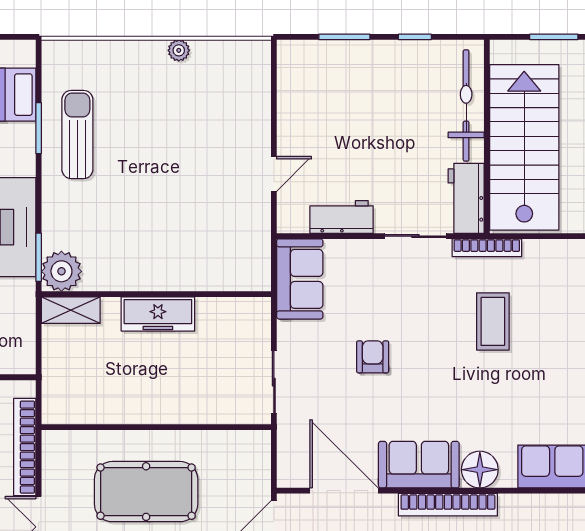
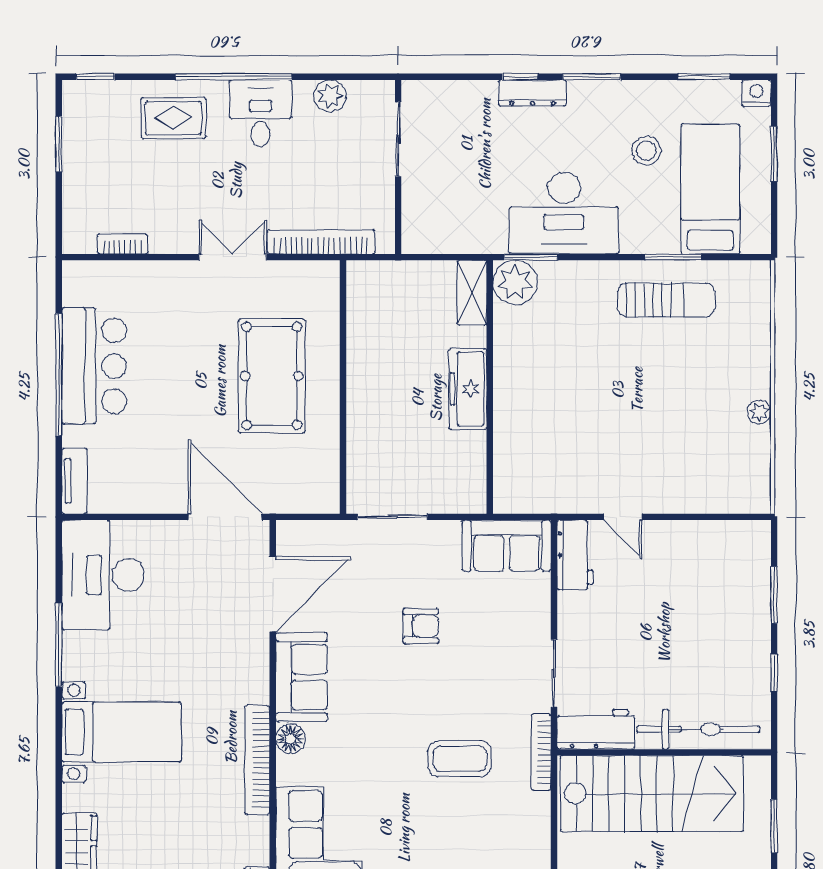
workbench: (342, 217) -> (575, 555), moved
floor lamp: (480, 470) -> (291, 739), width x0.73, depth x0.73
bookcase: (448, 505) -> (257, 760), moved

